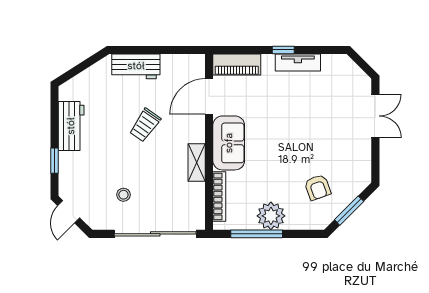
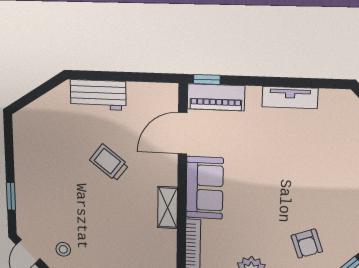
window: (283, 50) -> (207, 79), moved
trolley: (145, 125) -> (109, 163), turned 93
workbench: (71, 126) -> (28, 160), removed
stool: (123, 195) -> (63, 249), moved

